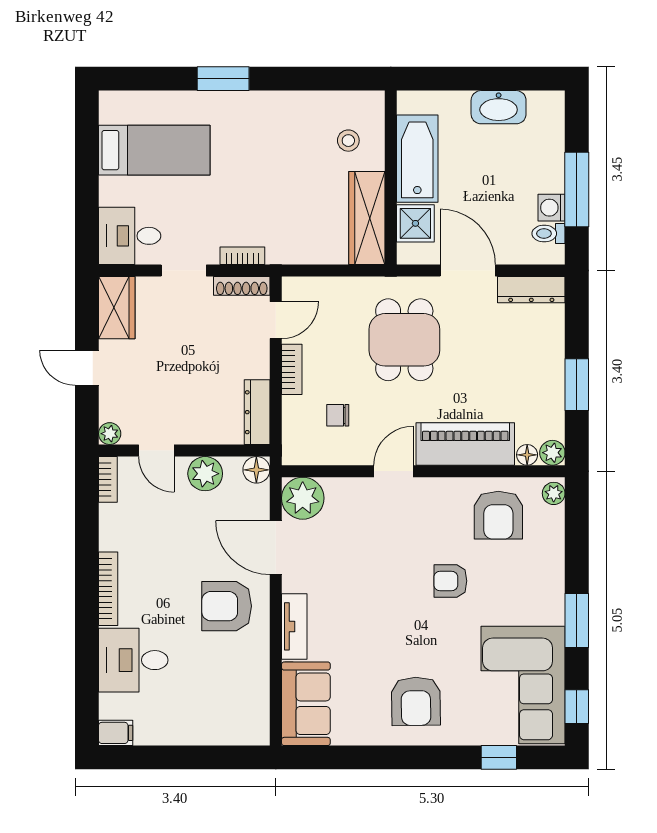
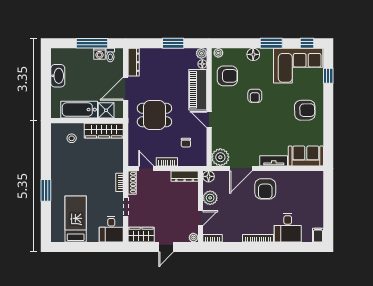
floor lamp: (550, 577) -> (253, 54), added

